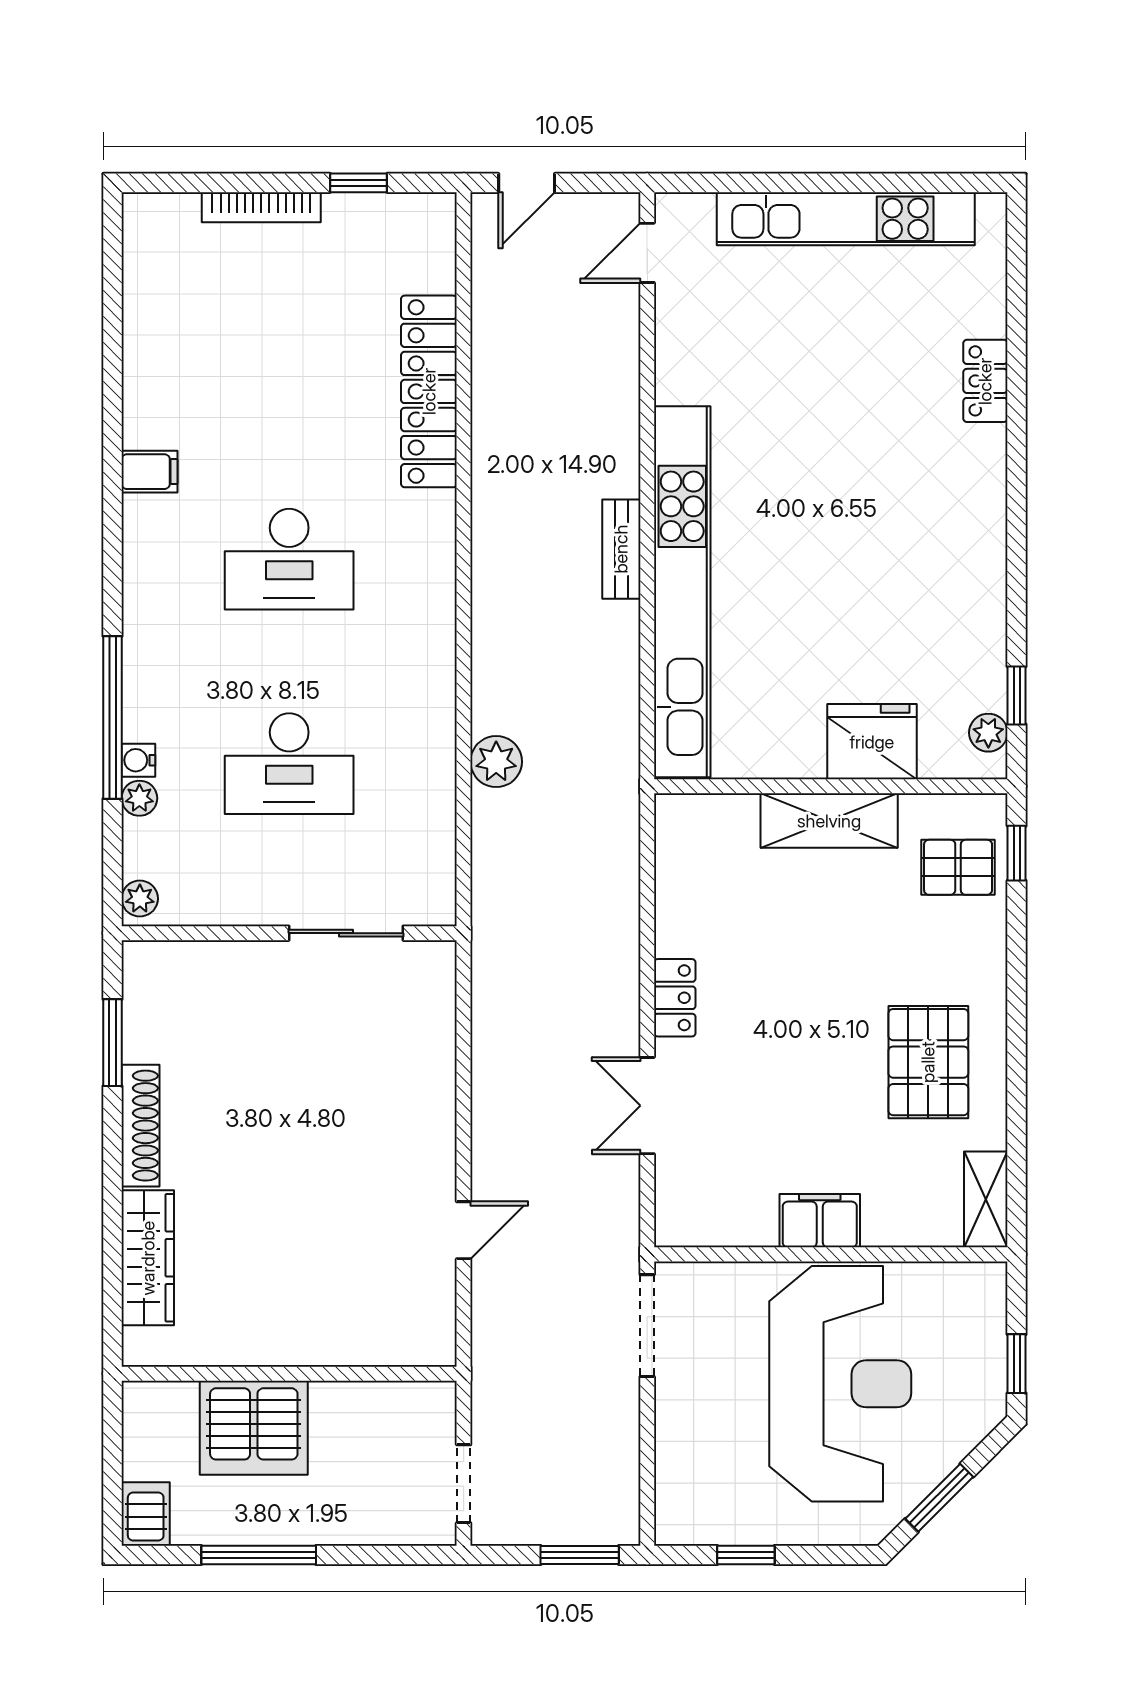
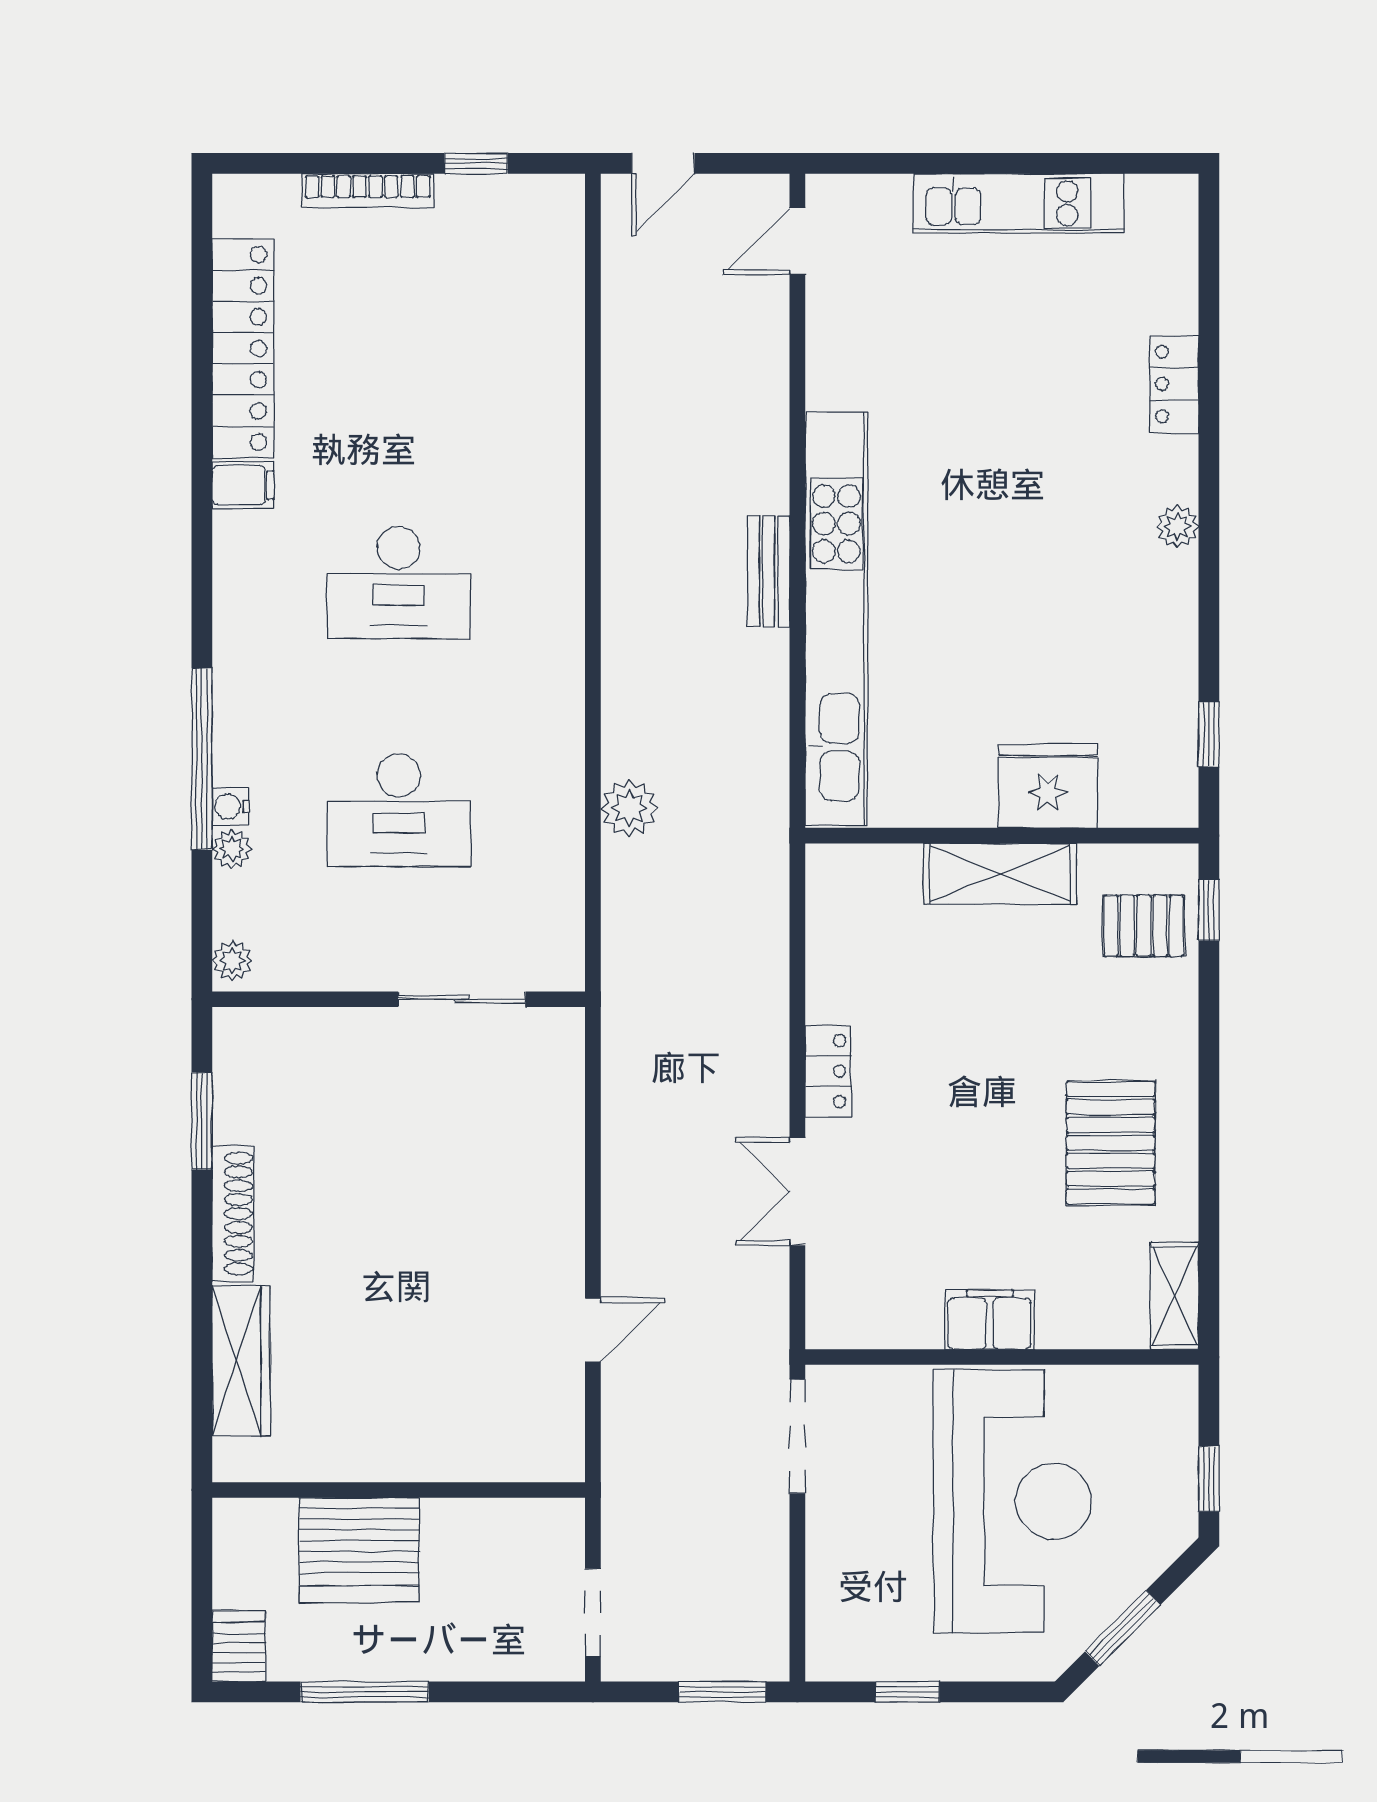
kitchen unit: (846, 219) -> (1019, 203), width x0.73
locker: (429, 391) -> (243, 348), moved, turned 180
plant: (988, 733) -> (1177, 526), moved

